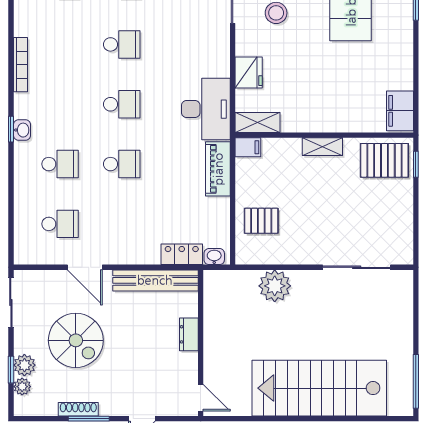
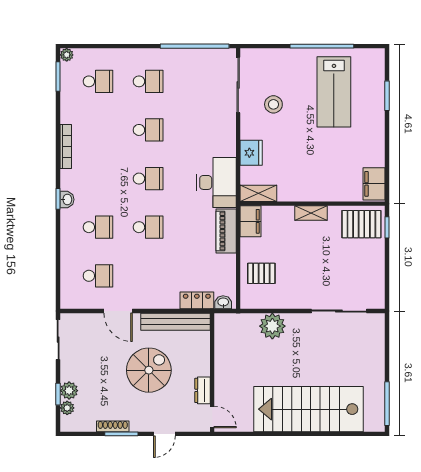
filing cabinet: (248, 147) -> (251, 221), width x2.00
dresser: (189, 334) -> (203, 390), moved
spiral stairs: (76, 340) -> (149, 370), moved, turned -90

